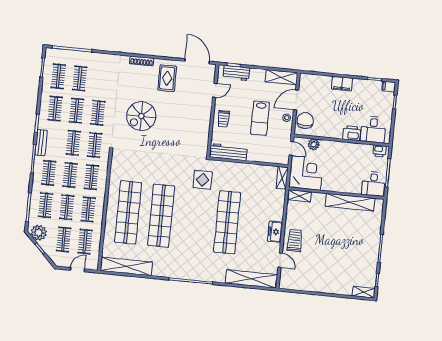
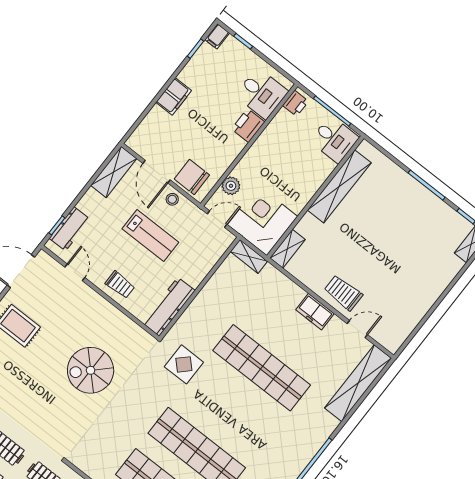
spiral stairs: (141, 116) -> (91, 370), moved, turned 90

